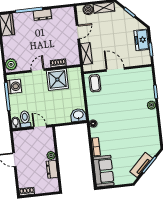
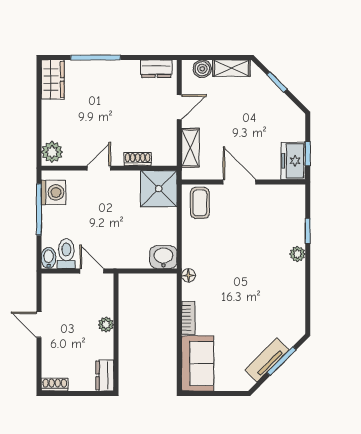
dresser: (42, 15) -> (156, 69), moved
freezer: (142, 40) -> (293, 161), moved
shower: (57, 80) -> (159, 189), moved
dresser: (52, 169) -> (105, 375), moved

